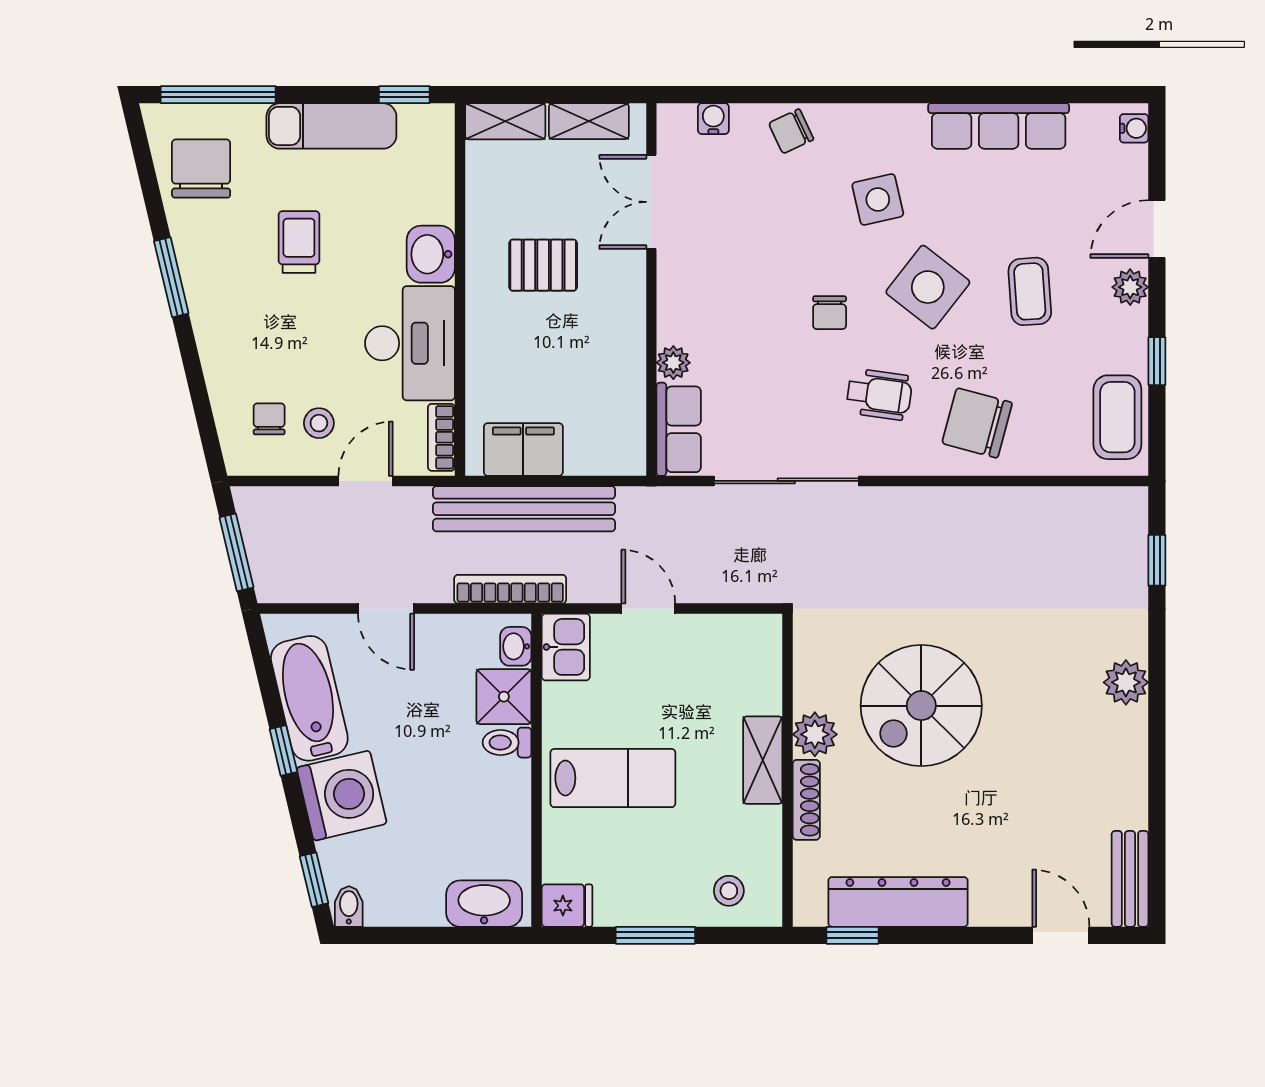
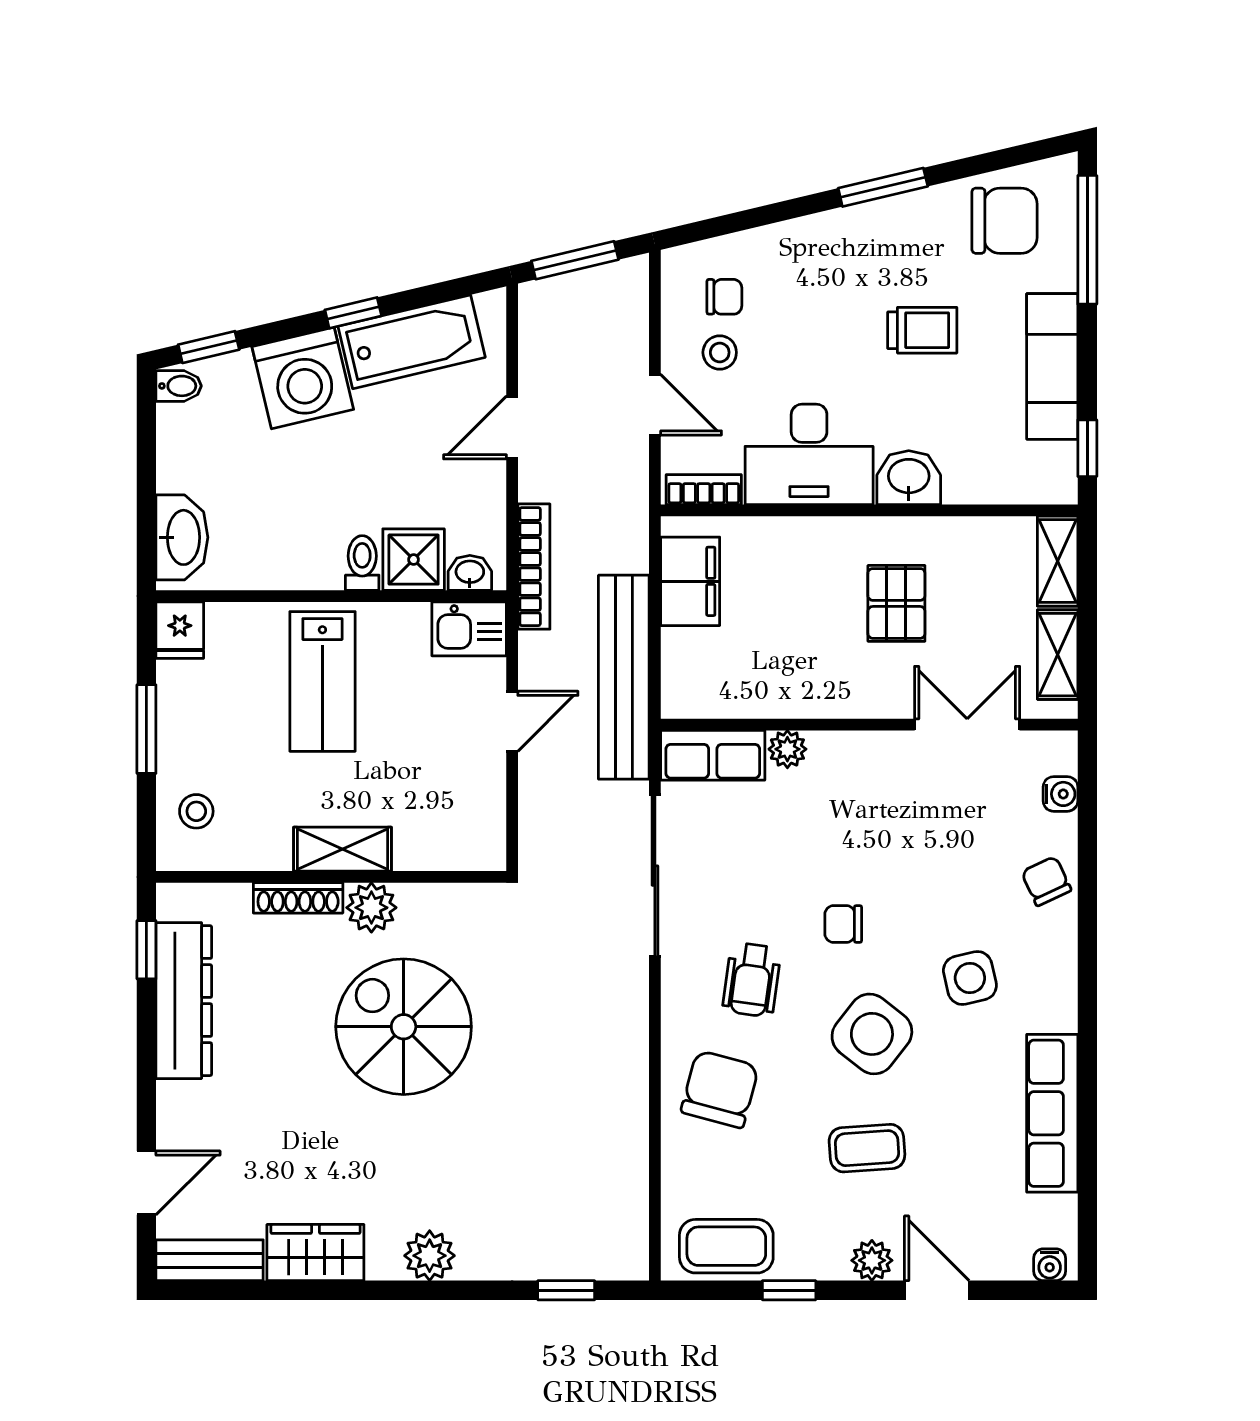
bench: (524, 509) -> (624, 677), moved
wardrobe: (1123, 784) -> (315, 1253), added

